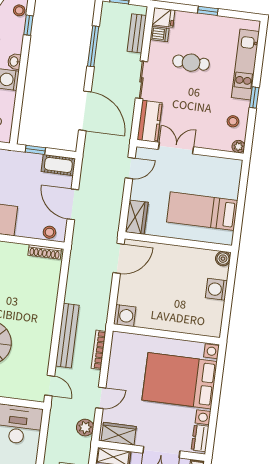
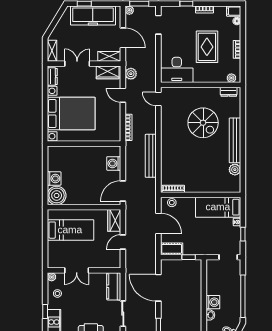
double door: (176, 148) -> (77, 270), moved
door: (130, 168) -> (123, 242), moved
boiler: (223, 259) -> (57, 195), width x1.86, depth x1.86
washing machine: (125, 316) -> (114, 163), moved
bench: (67, 336) -> (151, 156), moved
door: (101, 398) -> (123, 95), hinge flipped

